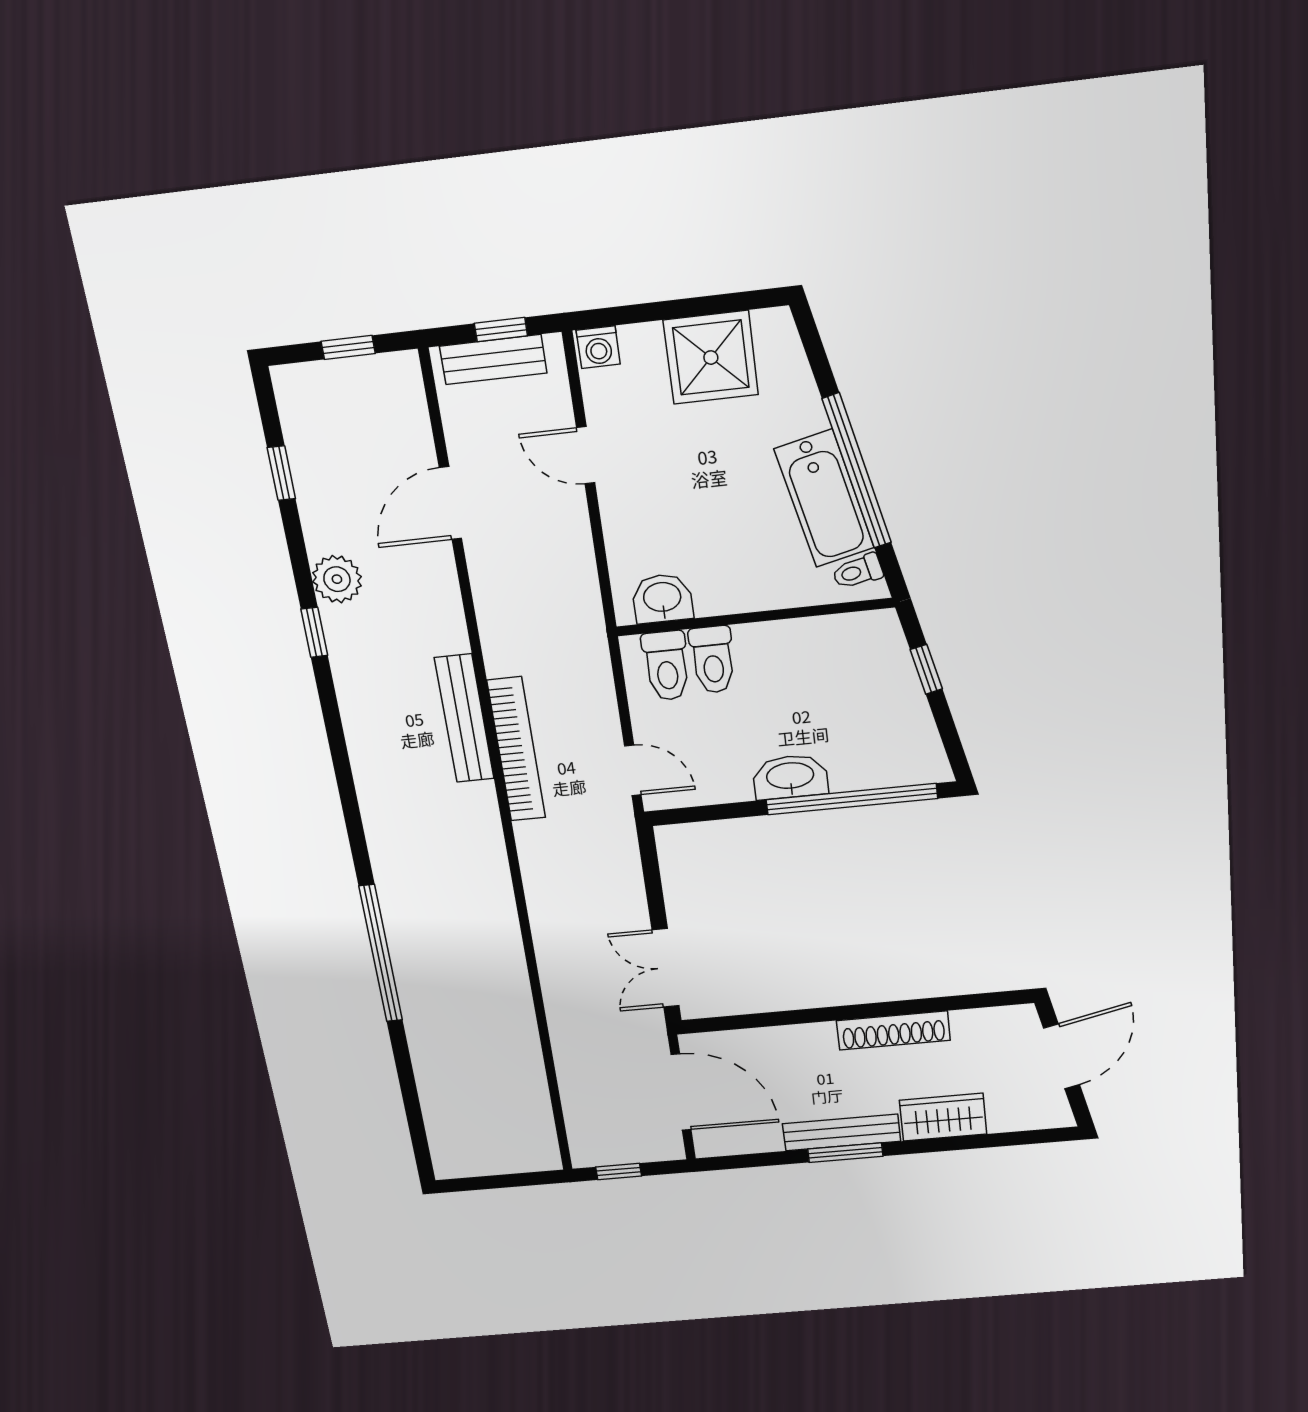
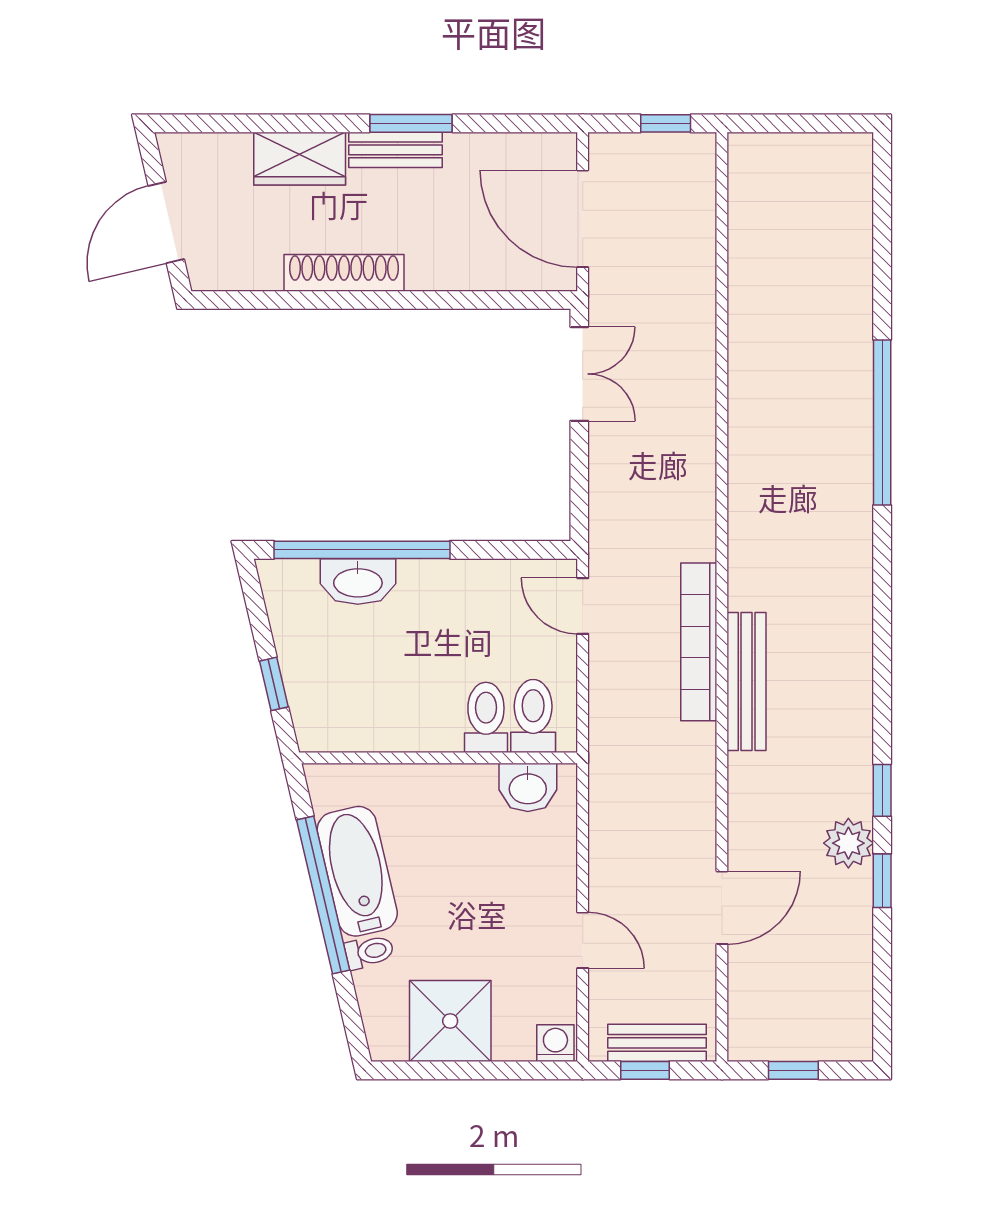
window: (281, 473) -> (882, 881), moved
toilet: (858, 572) -> (369, 952), moved
washbasin: (790, 777) -> (358, 582), moved
bench: (842, 1132) -> (395, 150), width x0.73

